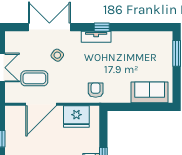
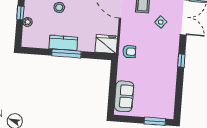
tv unit: (96, 37) -> (174, 55), removed
fridge: (76, 116) -> (106, 44), moved, turned 90

